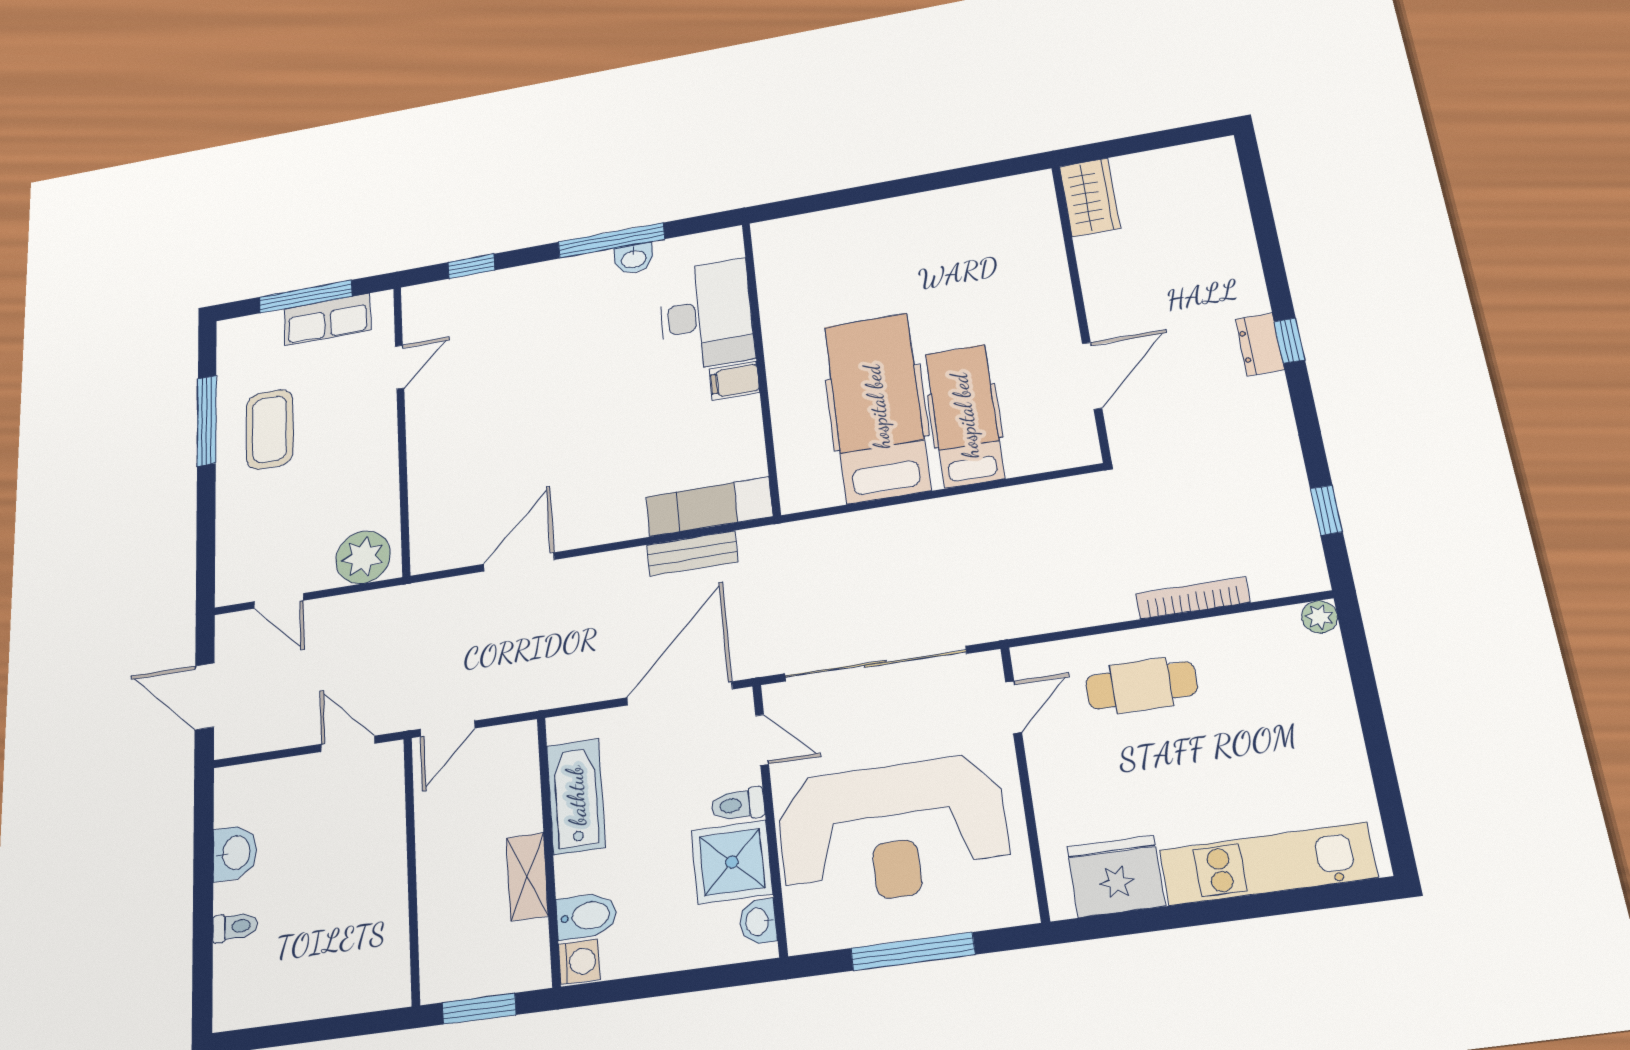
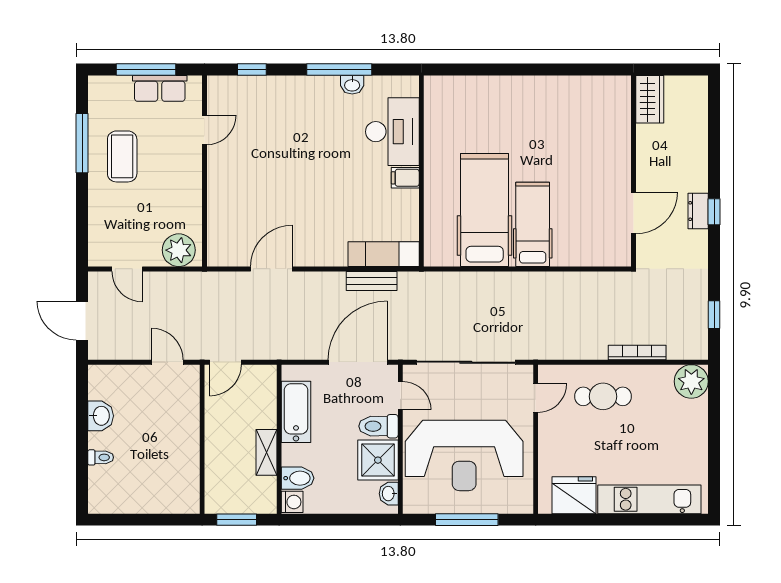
wardrobe: (1090, 197) -> (650, 99), moved
wall: (1081, 310) -> (634, 171), moved
door: (1092, 376) -> (634, 213), moved
plant: (1320, 617) -> (691, 381), width x1.88, depth x1.88
toilet: (738, 805) -> (378, 426), width x1.37, depth x1.39

